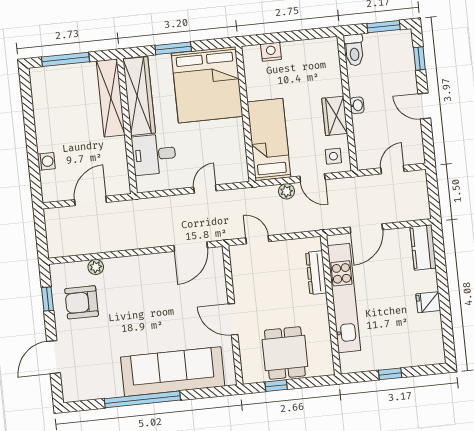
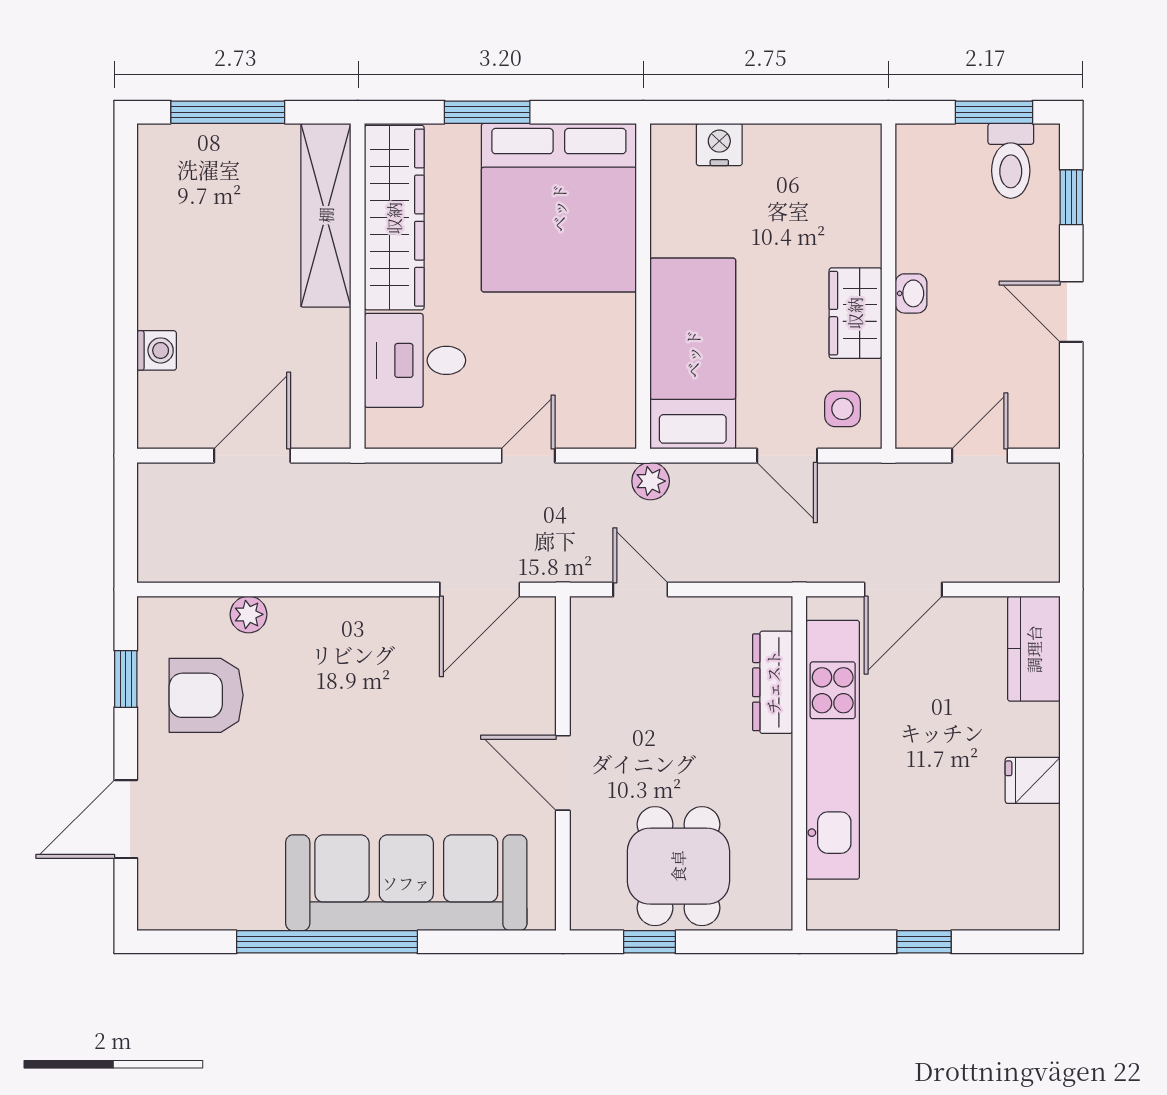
toilet: (354, 50) -> (1011, 161), moved
plant: (287, 191) -> (651, 481), moved

